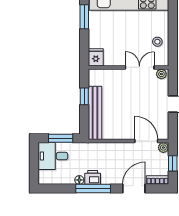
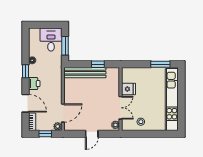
fridge: (96, 57) -> (129, 89), moved
printer: (93, 177) -> (34, 84), moved
window: (93, 189) -> (25, 71), width x0.46

